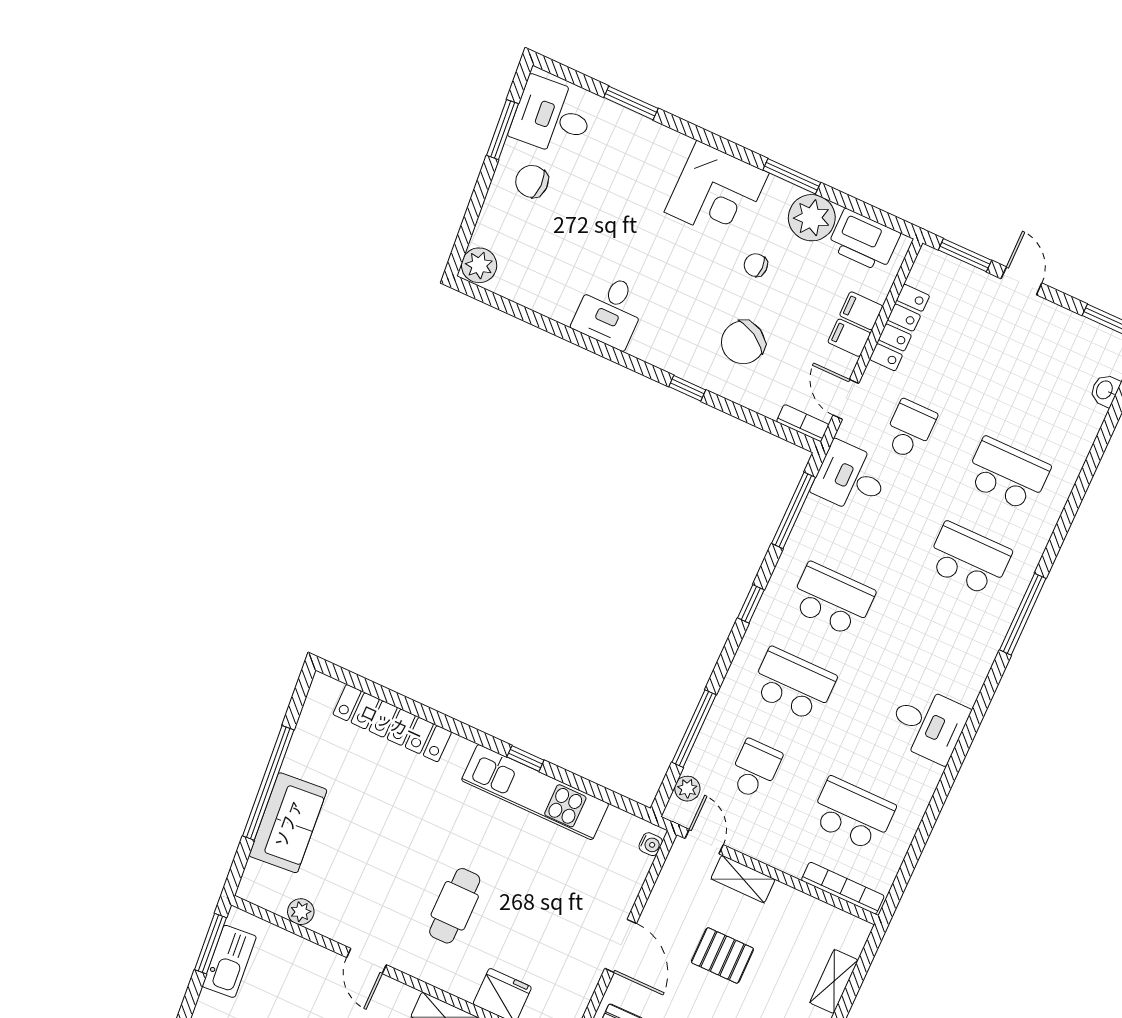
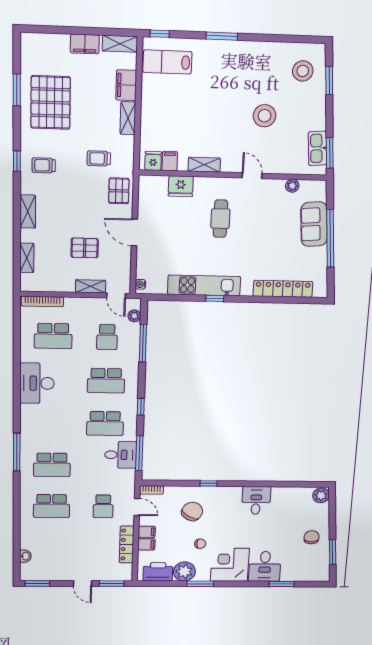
desk: (552, 117) -> (265, 566), moved, turned 95
chair: (532, 181) -> (312, 537), turned -90
desk: (851, 478) -> (121, 455), moved
desk: (928, 724) -> (37, 383), width x1.37

